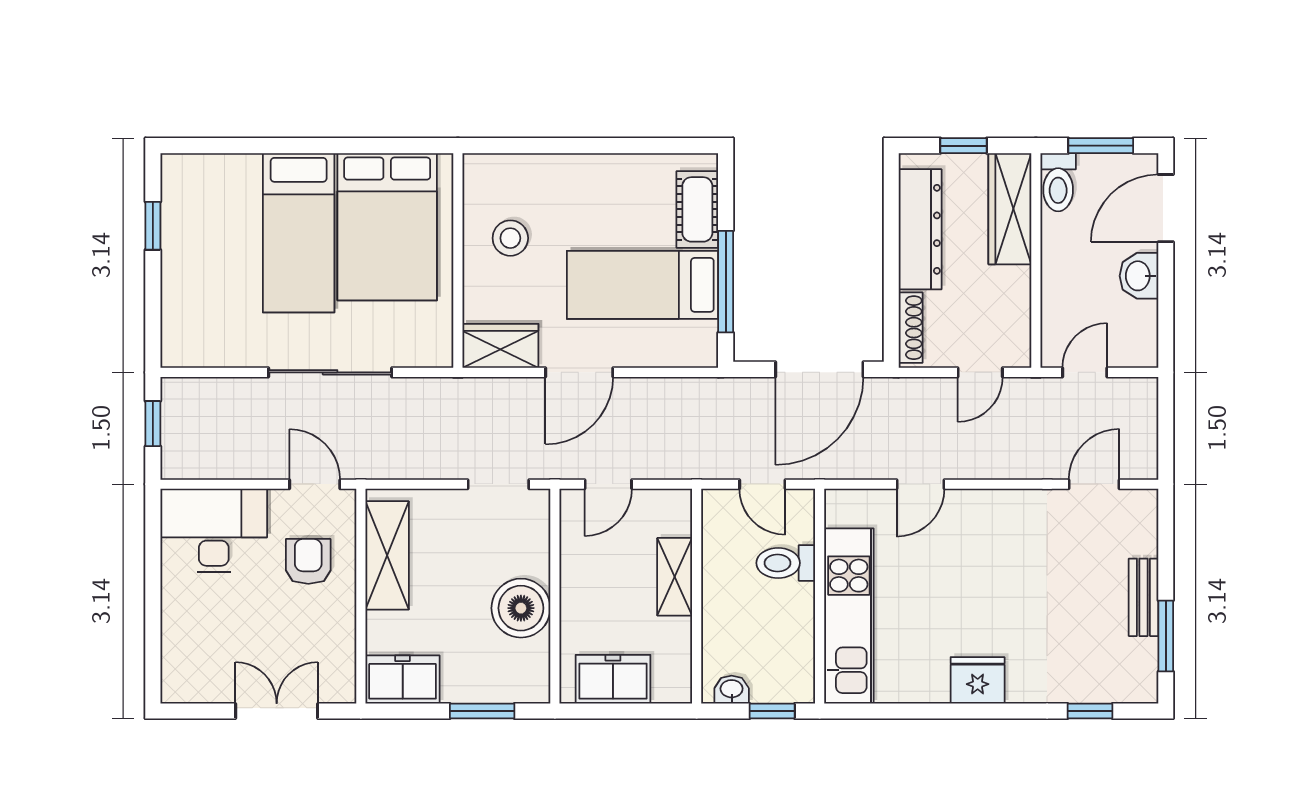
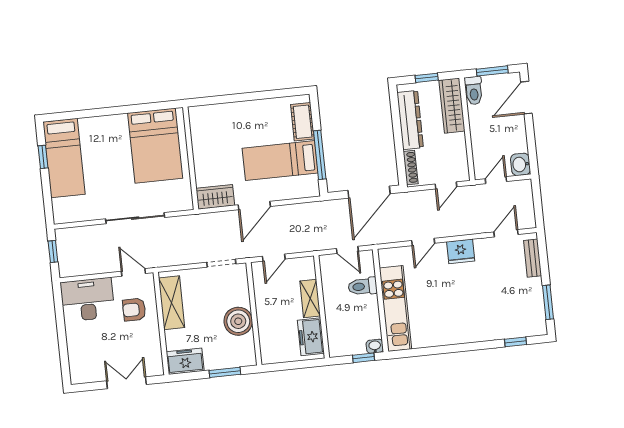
bed: (299, 233) -> (64, 158), moved
stool: (510, 238) -> (215, 145), removed
washbasin: (1139, 276) -> (521, 164), moved
armchair: (308, 561) -> (134, 310), turned -90
bench: (1143, 597) -> (533, 258), moved
freezer: (613, 679) -> (311, 337), moved, turned -90
fridge: (978, 680) -> (461, 251), moved, turned 180
washbasin: (732, 690) -> (375, 346), moved

